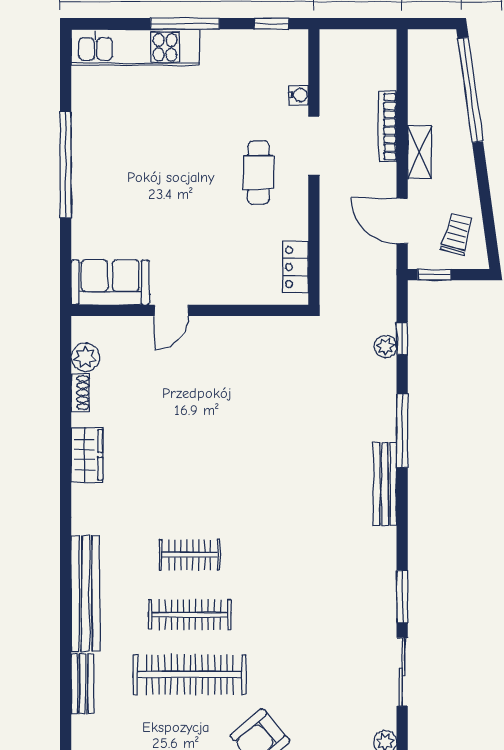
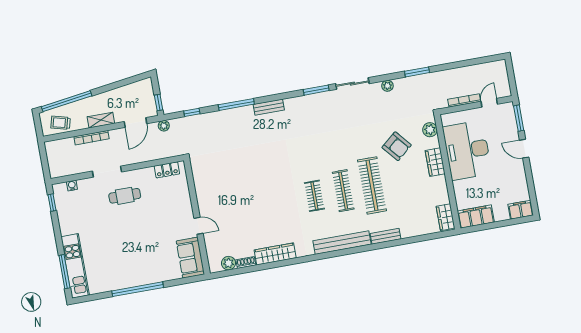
window: (185, 24) -> (64, 272), moved
water cooler: (299, 95) -> (72, 185), moved
trolley: (457, 234) -> (61, 123), moved
plant: (386, 347) -> (164, 126), moved
wardrobe: (87, 455) -> (275, 254), width x1.50
bench: (385, 484) -> (269, 107), width x0.73

